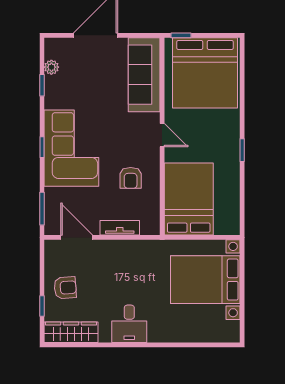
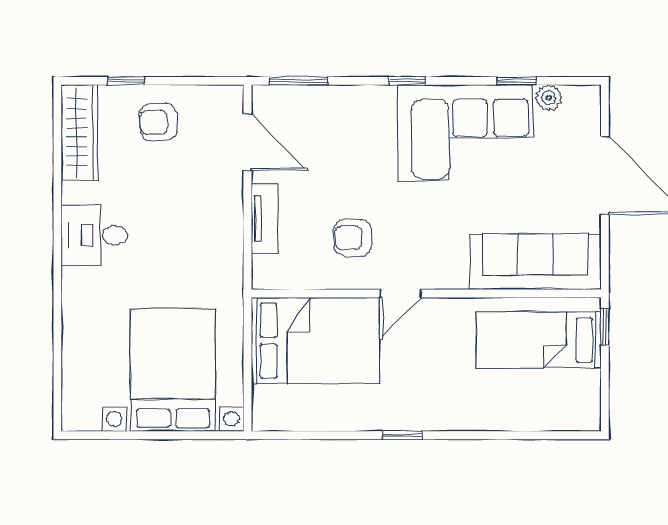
bed: (205, 73) -> (539, 340), width x0.49
door: (162, 135) -> (400, 293), moved
corner sofa: (71, 148) -> (465, 133), moved
door: (77, 237) -> (247, 142), hinge flipped
armchair: (65, 288) -> (158, 122), turned 90

